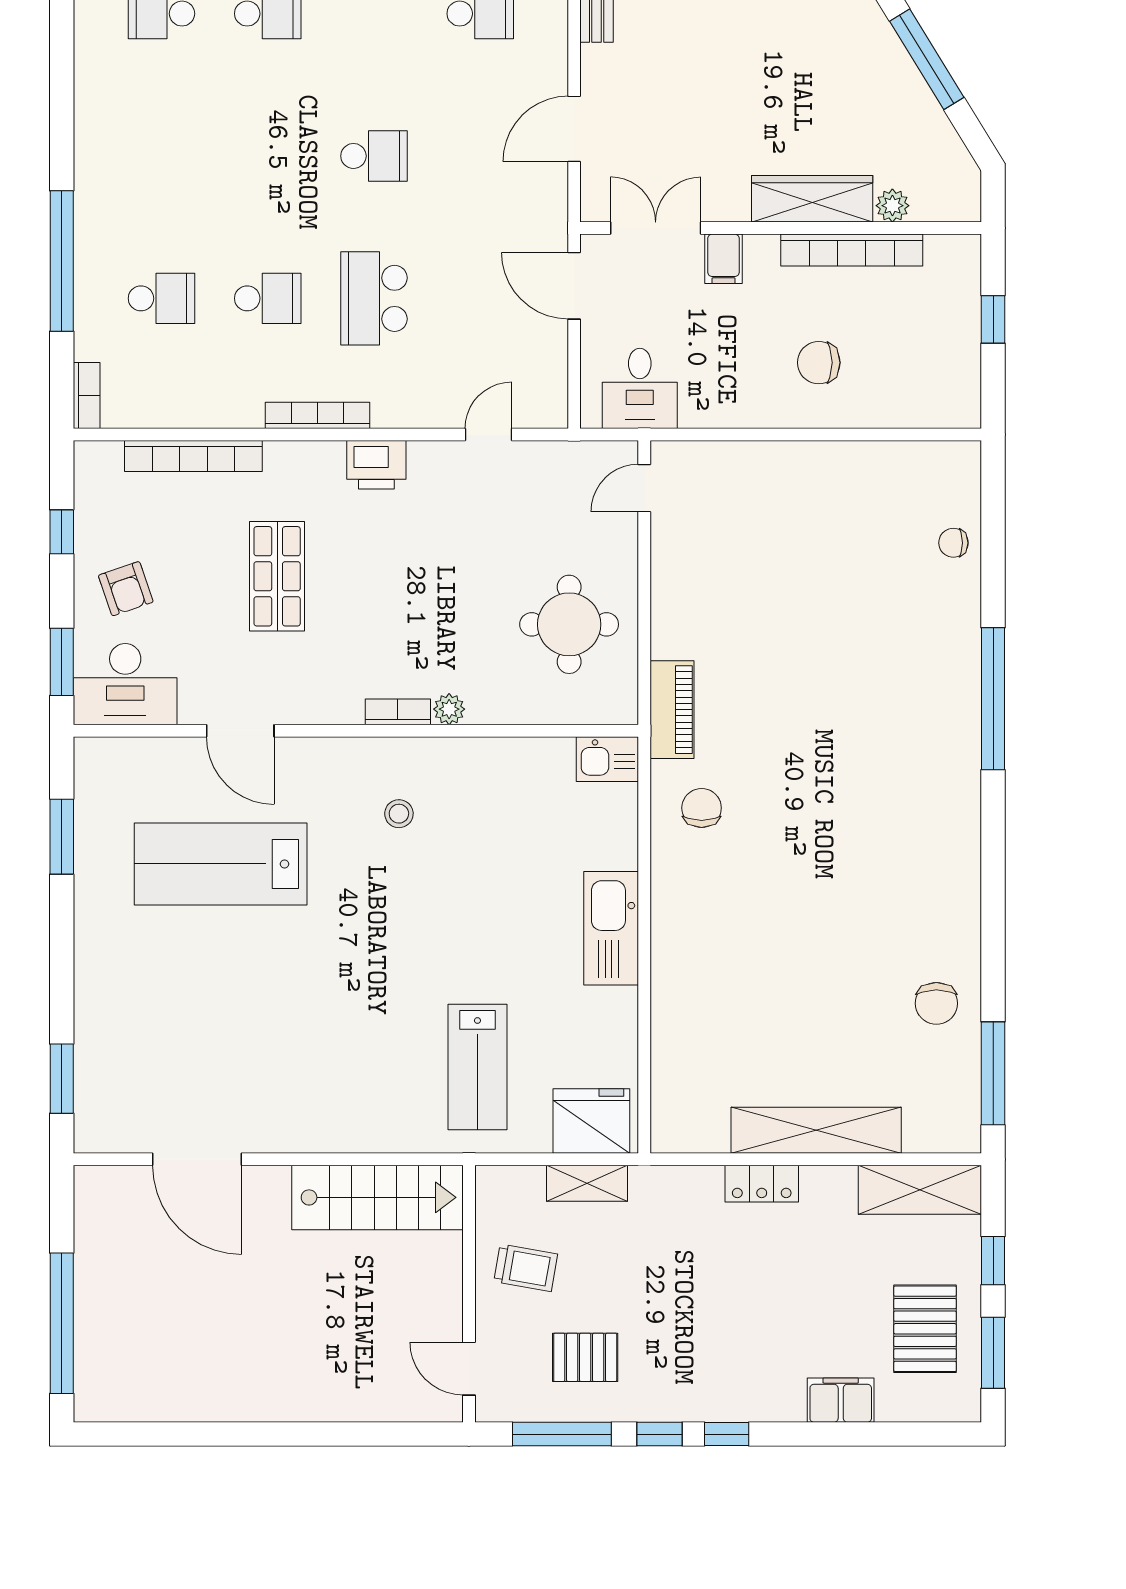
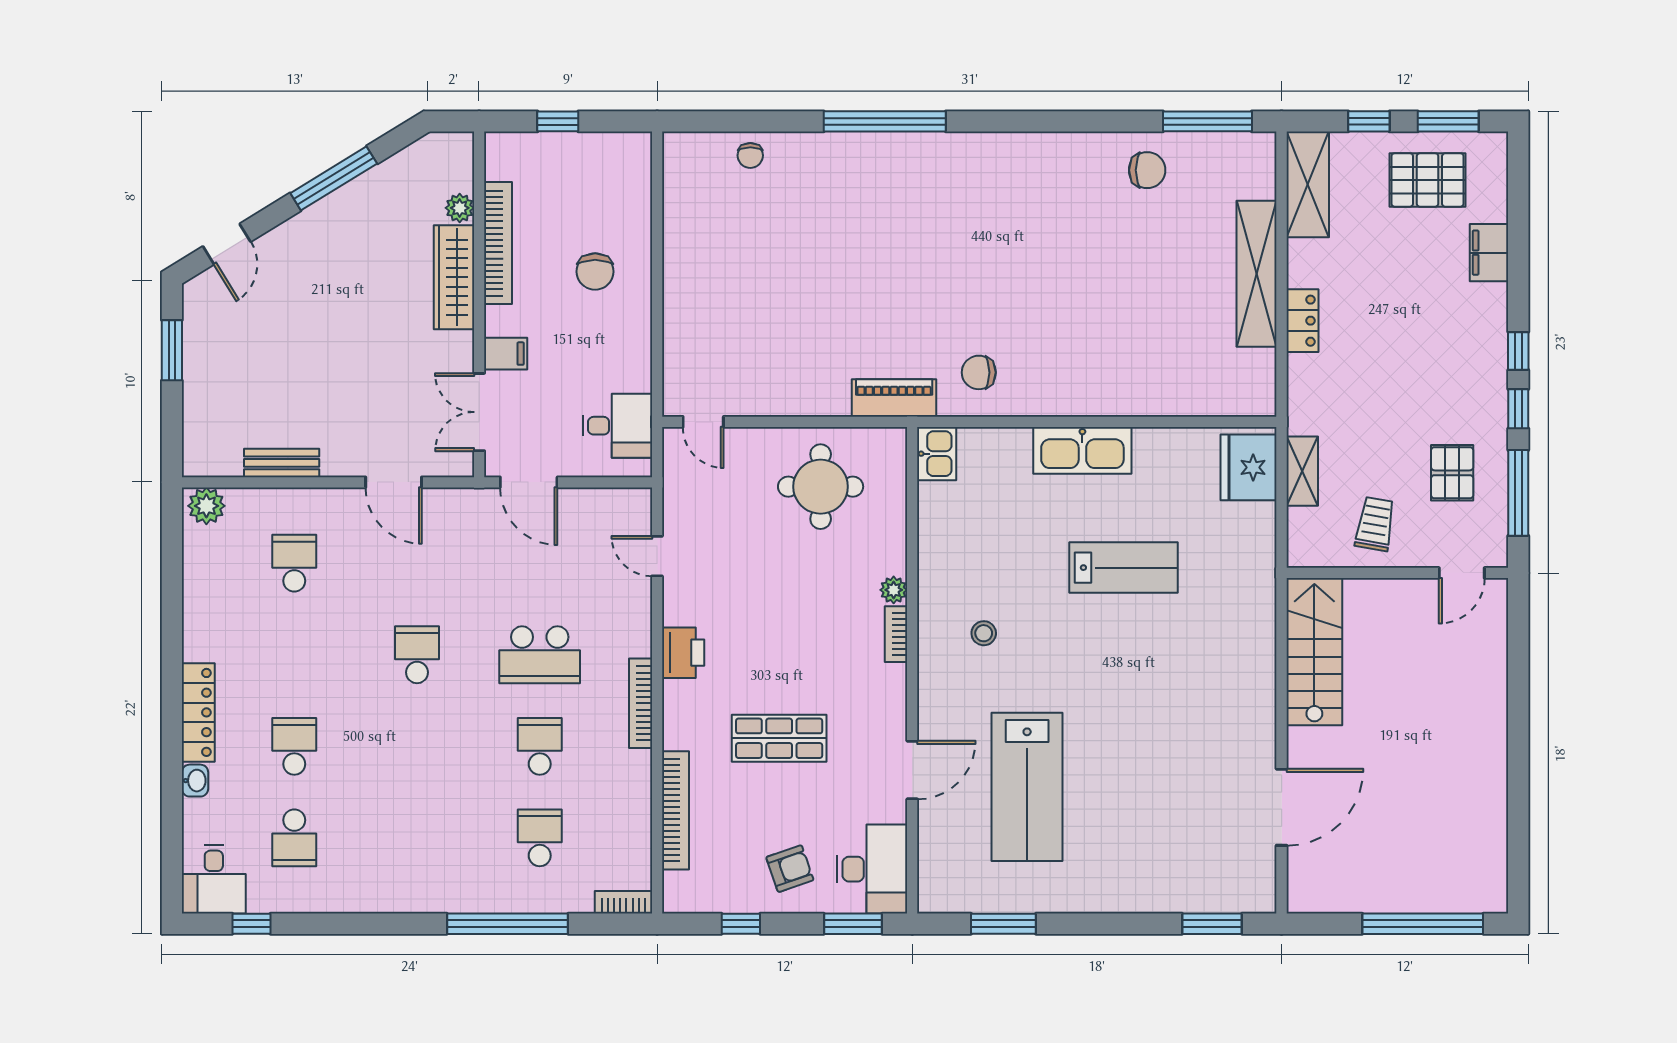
door: (574, 286) -> (529, 482), hinge flipped
lab bench: (477, 1067) -> (1124, 568), moved

